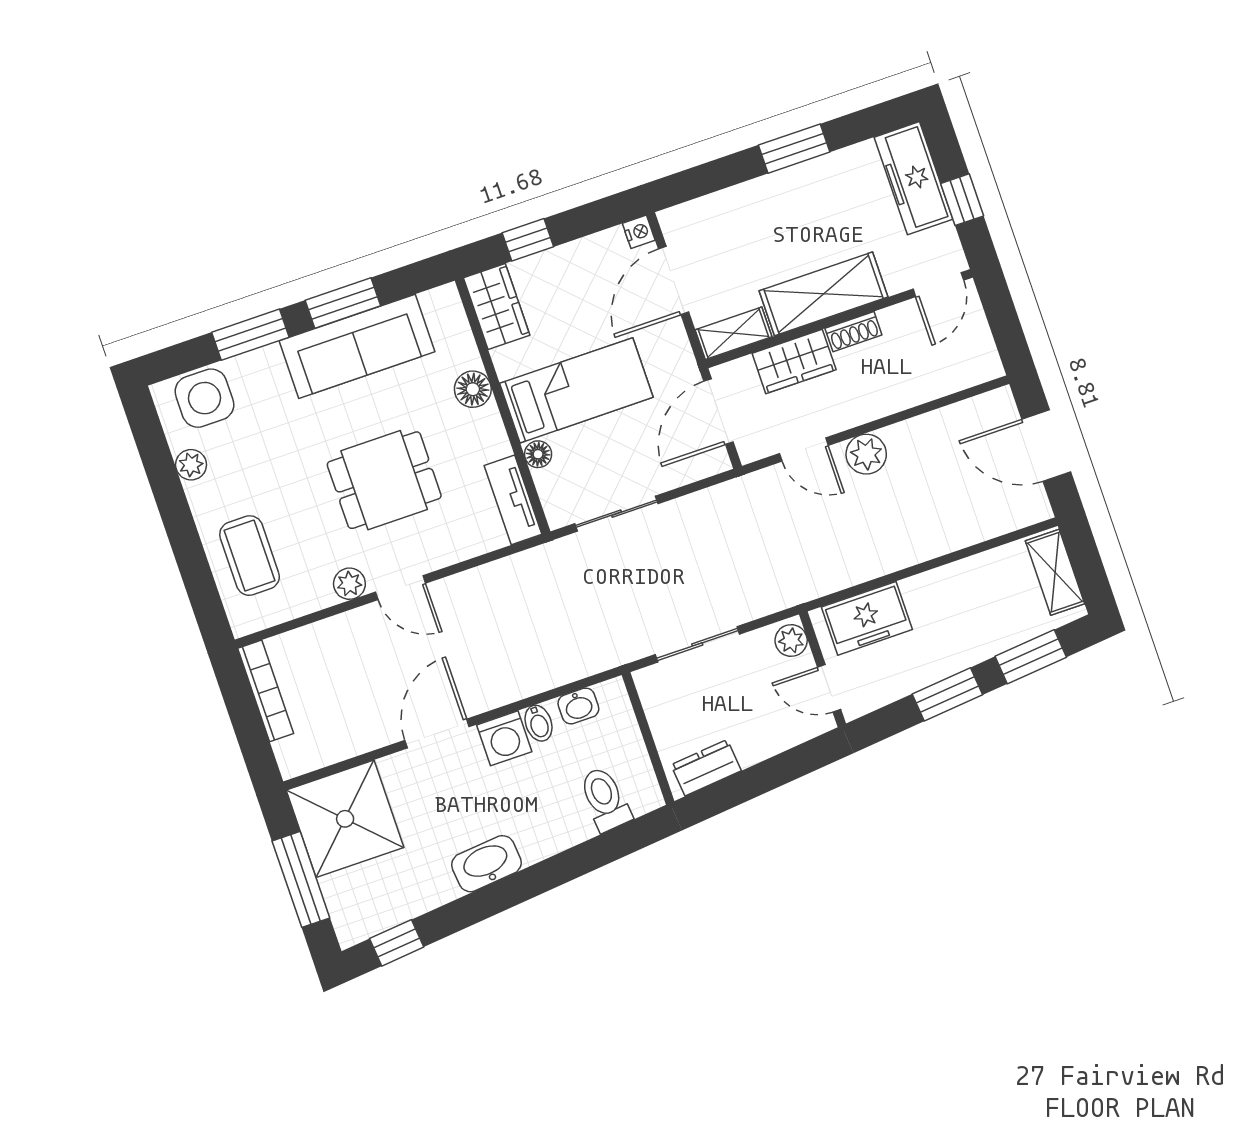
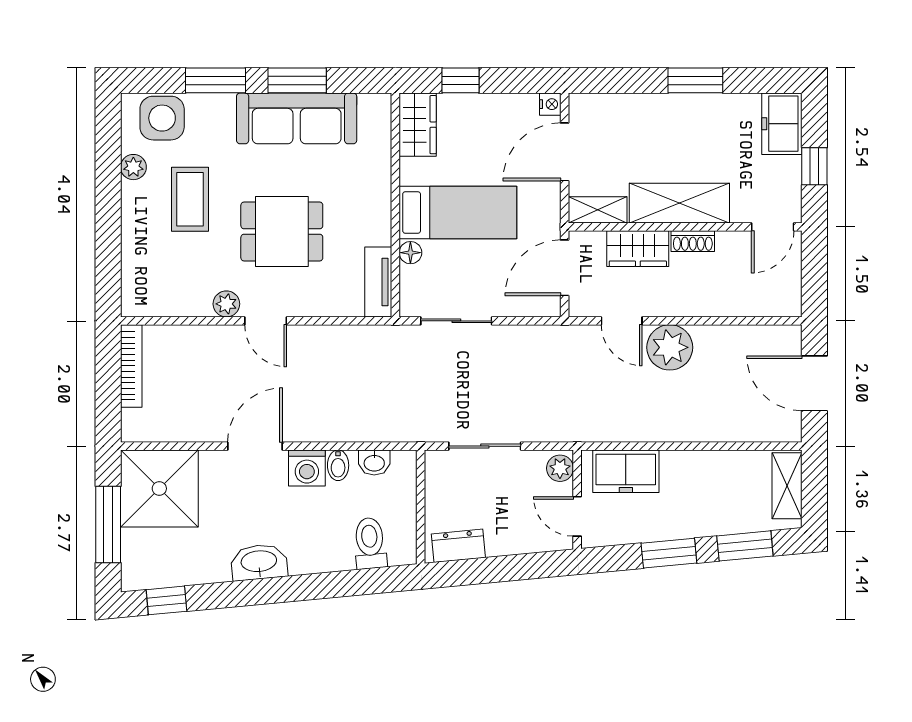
freezer: (914, 178) -> (782, 124), width x0.71
floor lamp: (473, 389) -> (376, 184), removed
plant: (866, 454) -> (670, 347), width x1.36, depth x1.36
coffee table: (250, 556) -> (190, 199), moved

